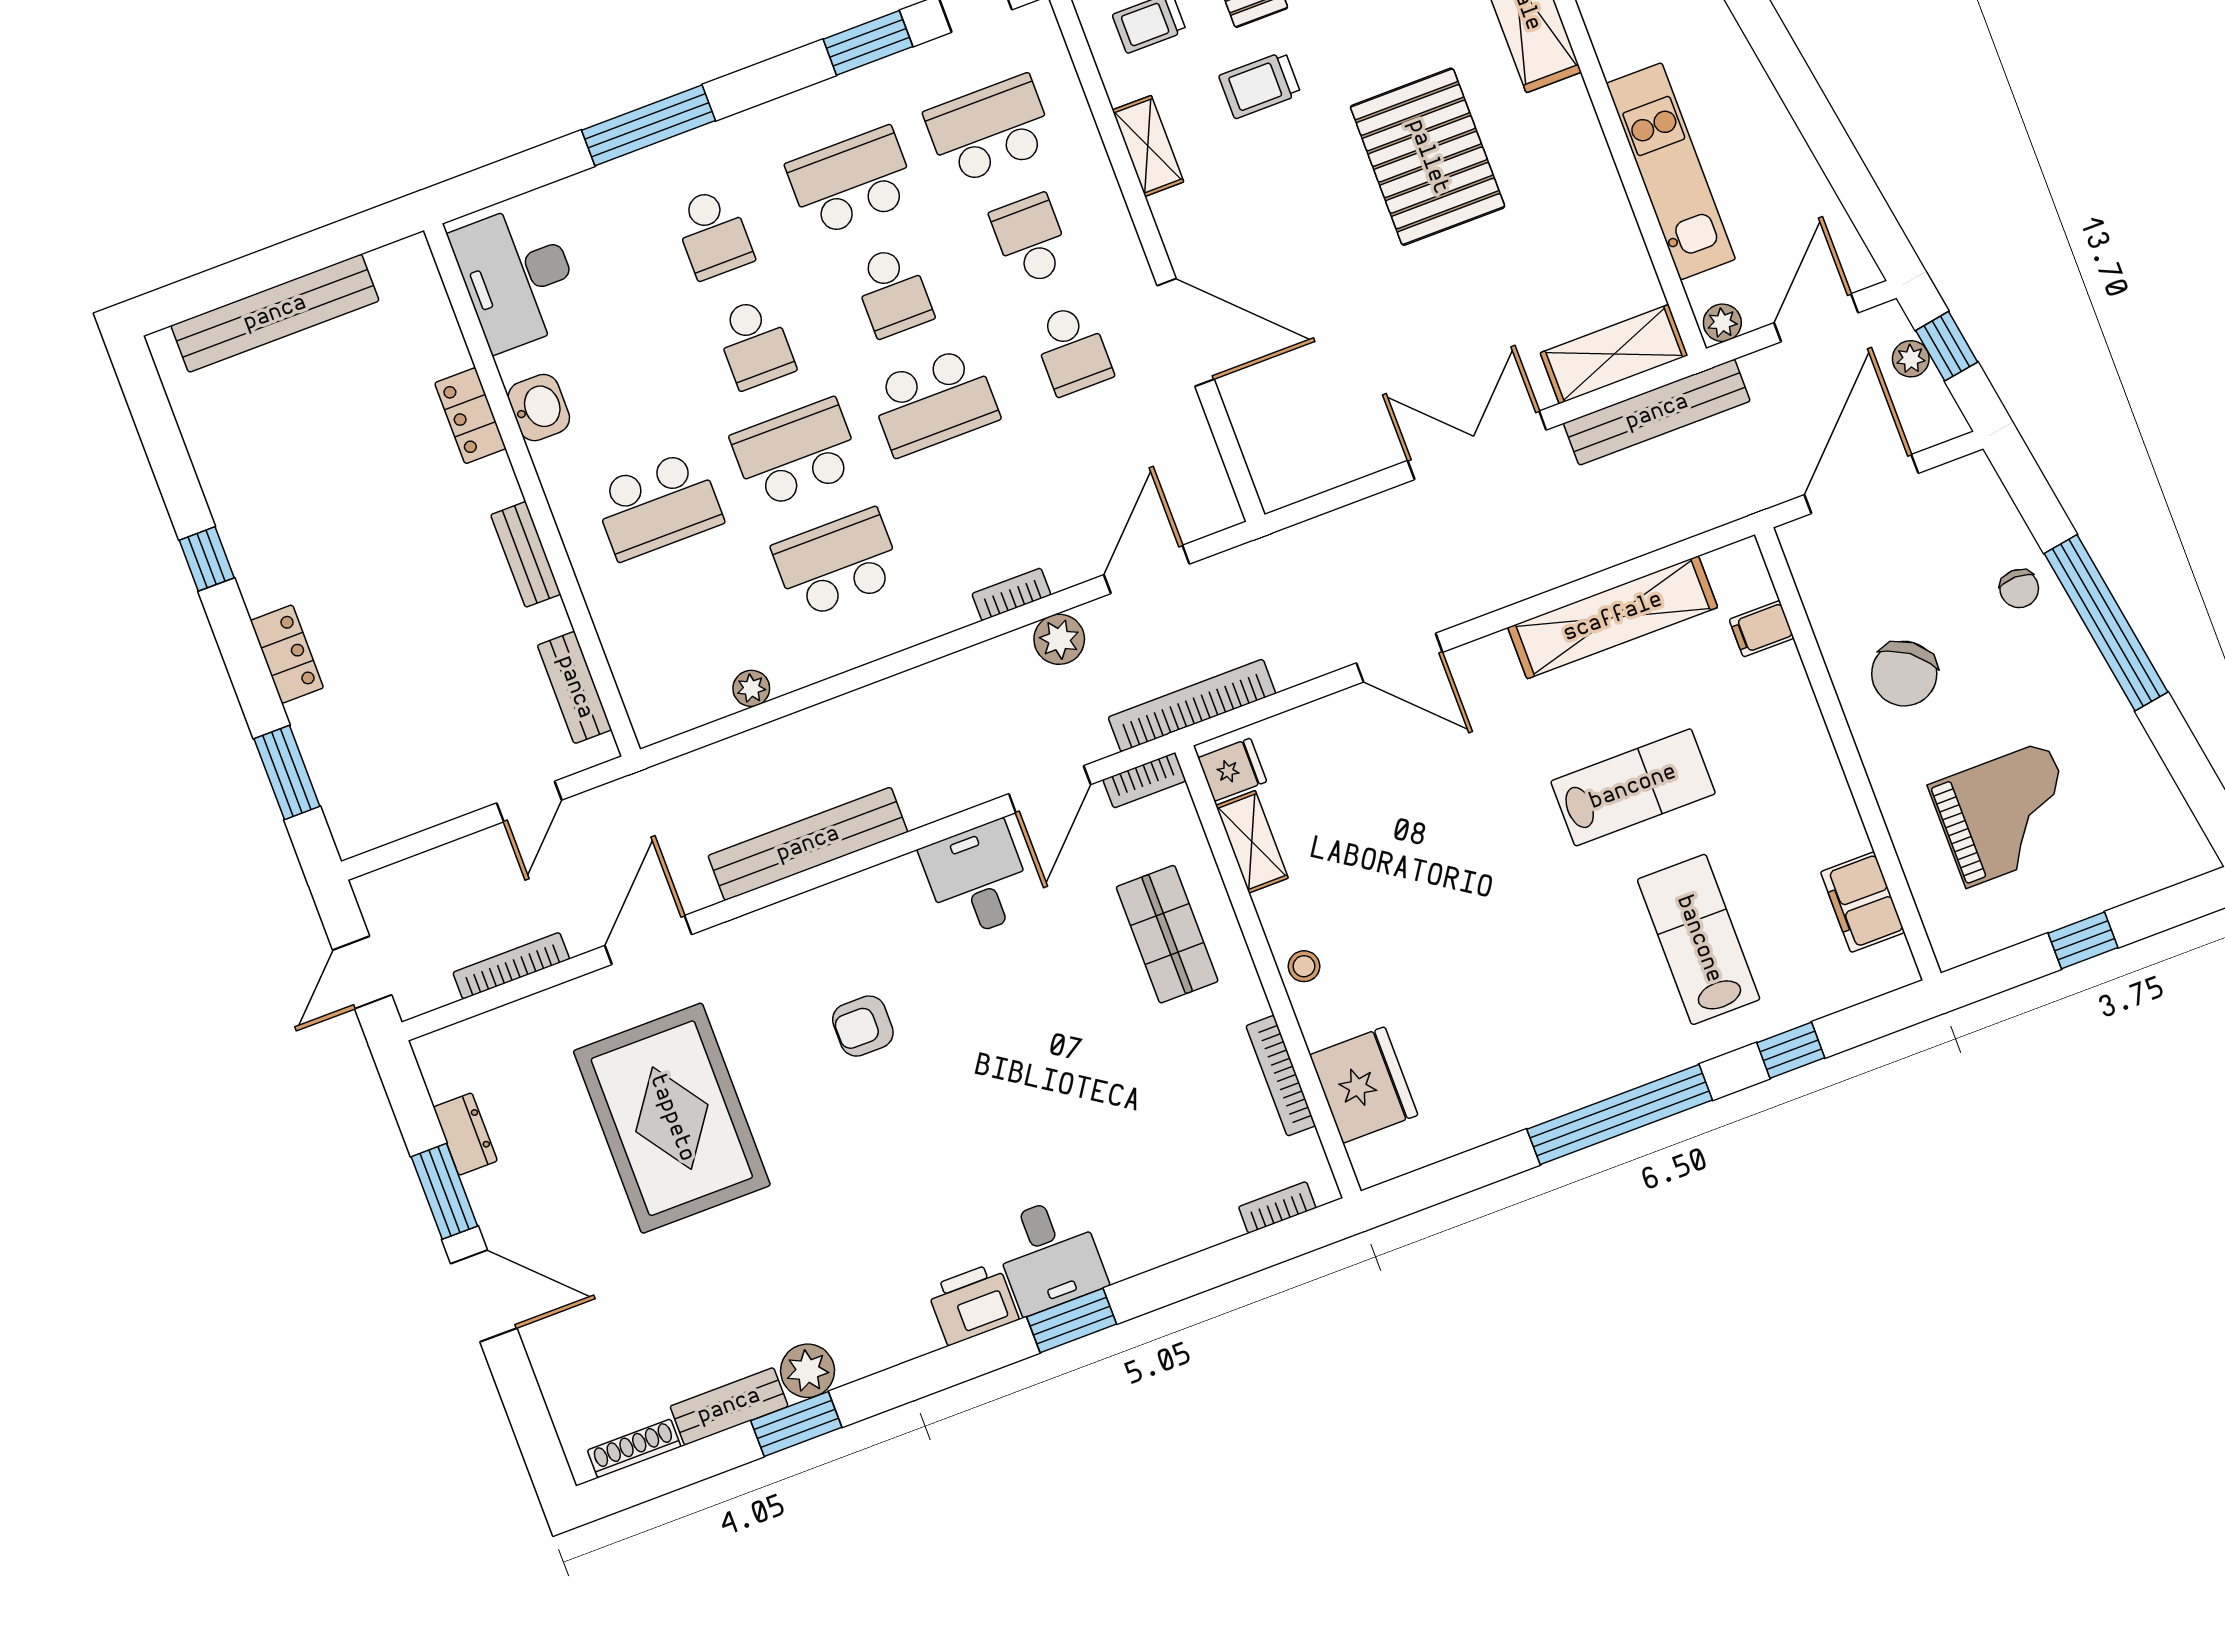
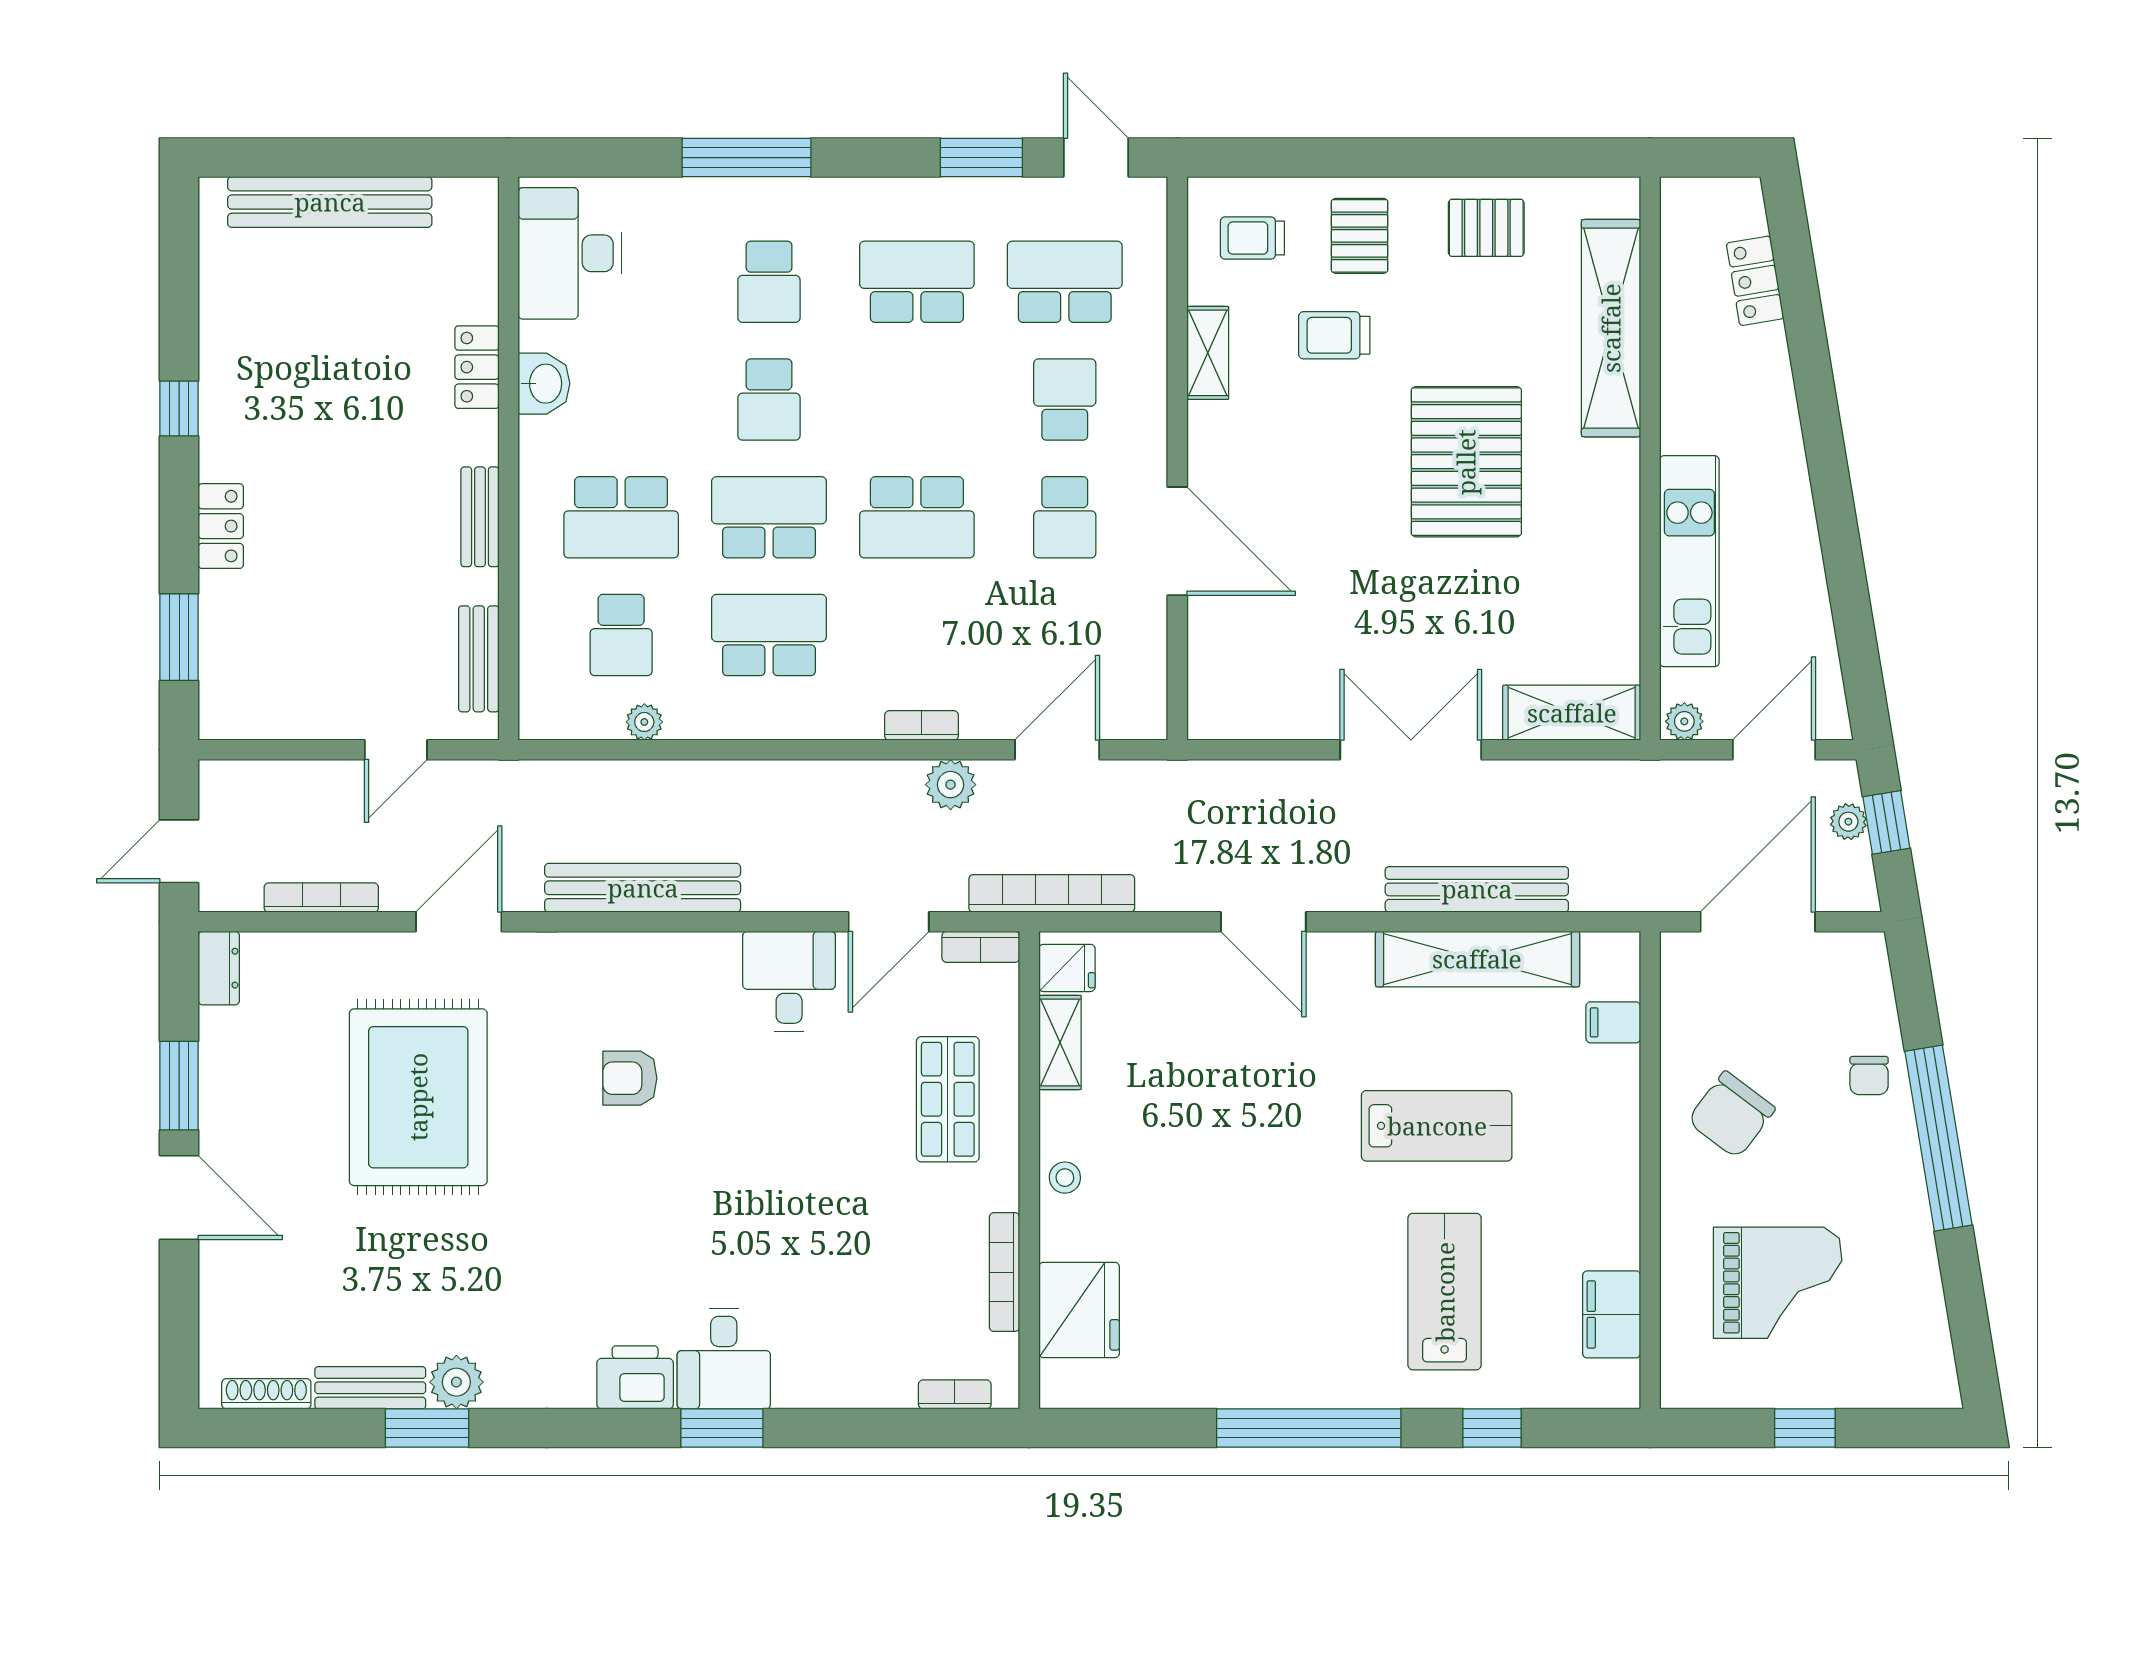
school desk: (893, 292) -> (621, 635), moved
bench: (1657, 412) -> (1477, 889), moved
dresser: (465, 1134) -> (219, 968), moved

